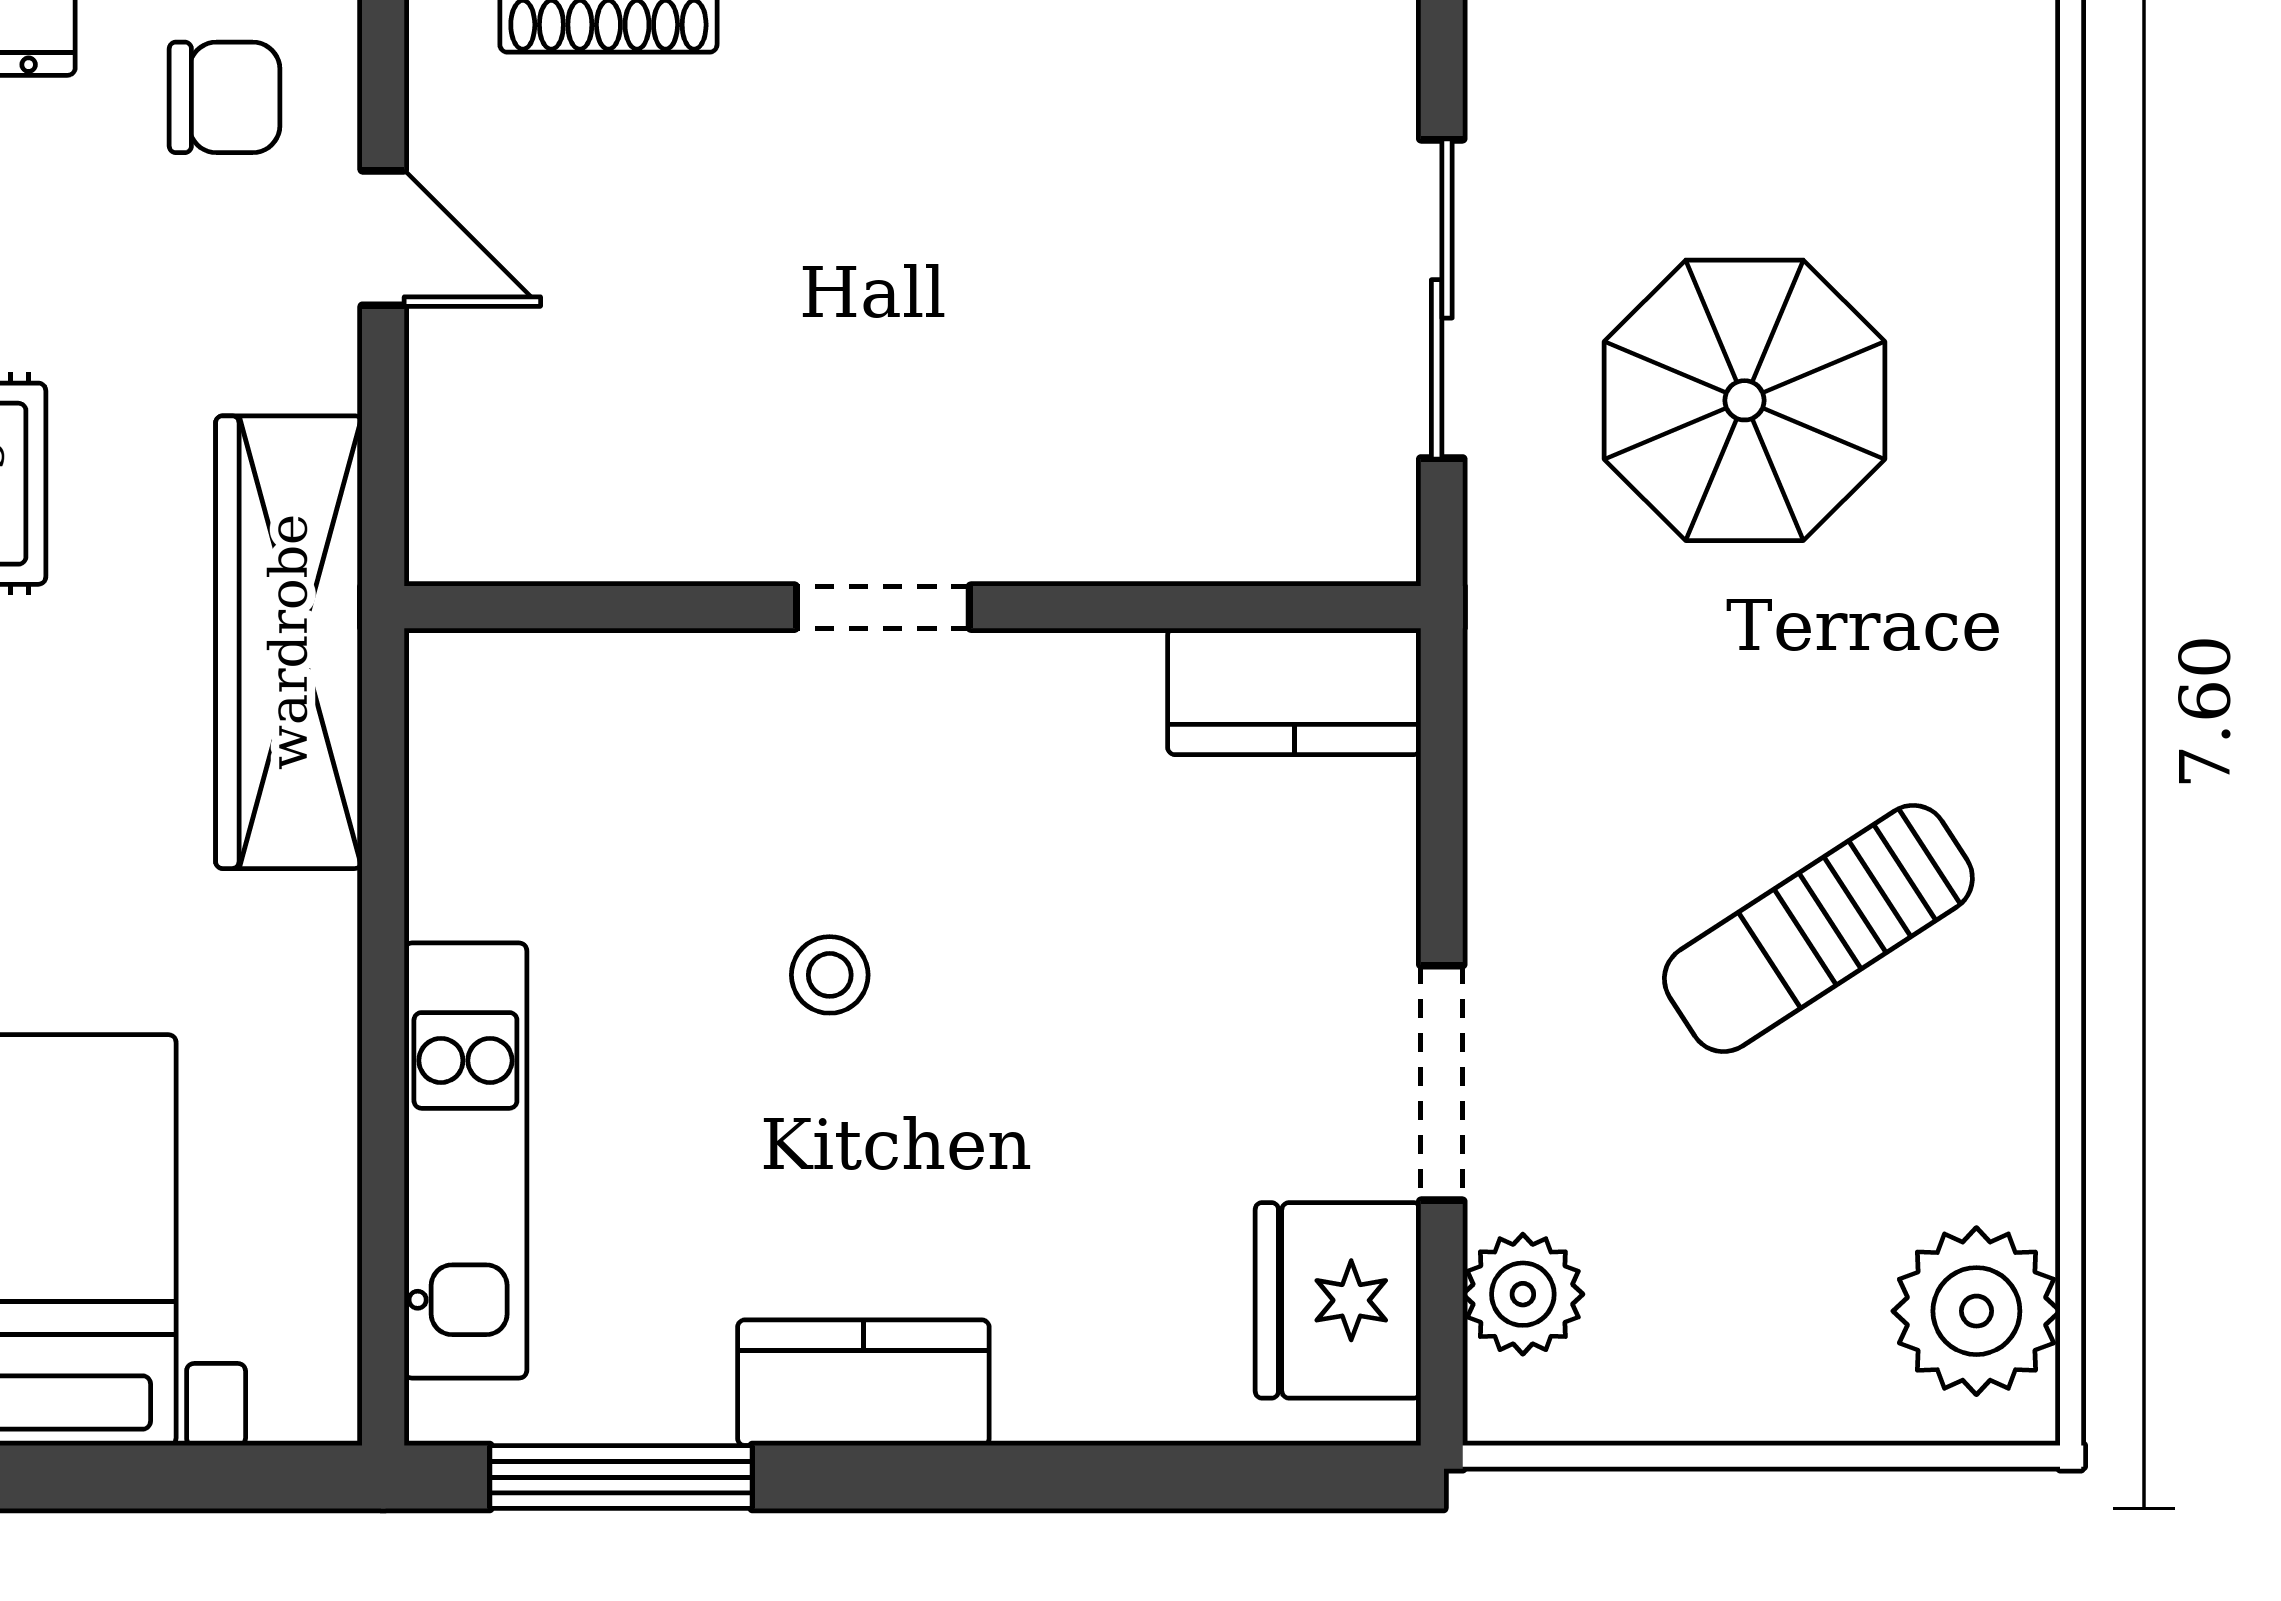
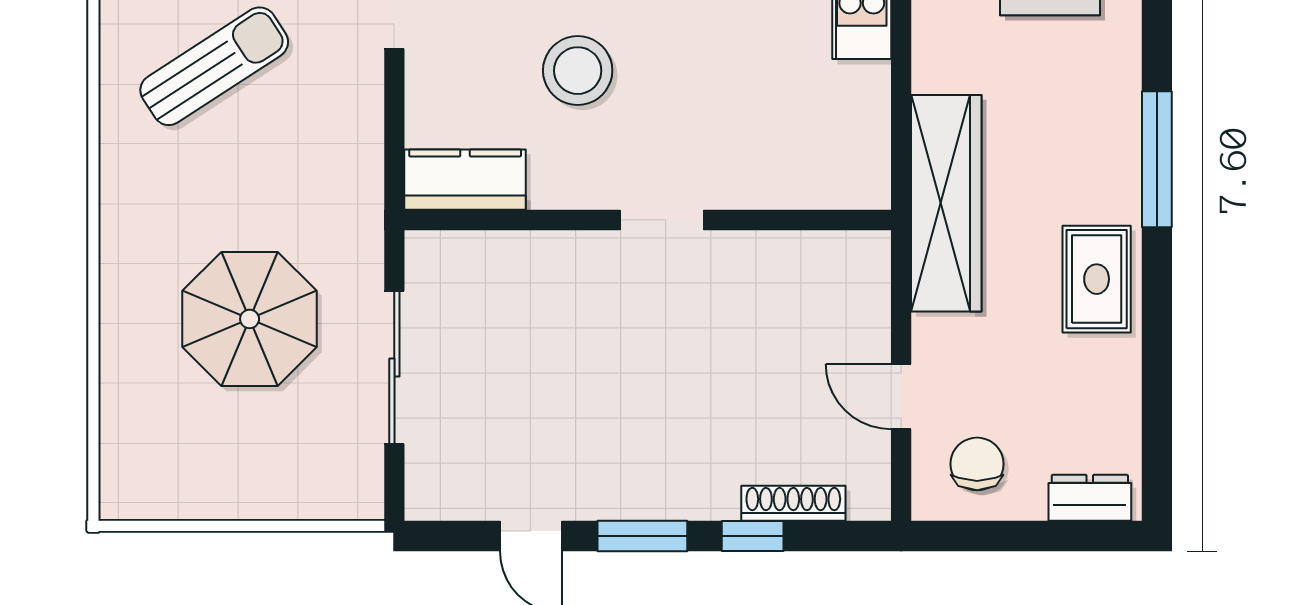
chair: (225, 97) -> (977, 464), turned 90
stool: (830, 975) -> (578, 71), moved, width x1.89, depth x1.89

